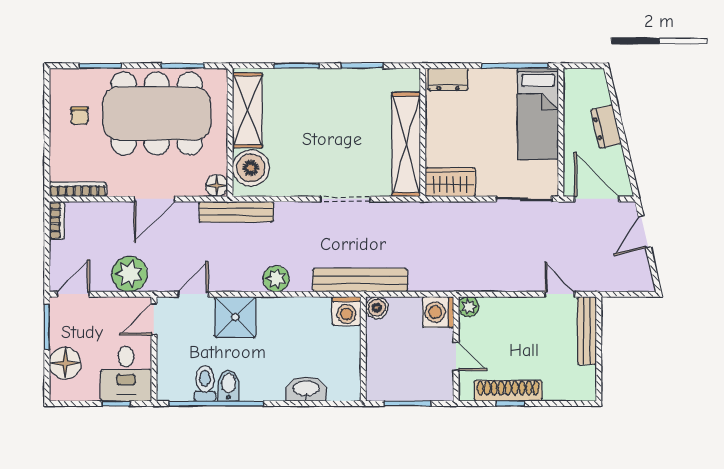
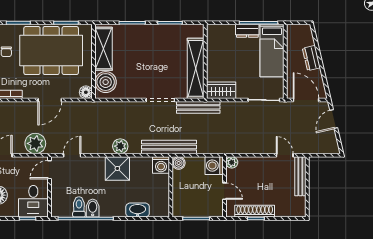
dresser: (448, 79) -> (247, 31), moved
bench: (236, 212) -> (198, 107), moved
shower: (235, 317) -> (117, 168), moved

